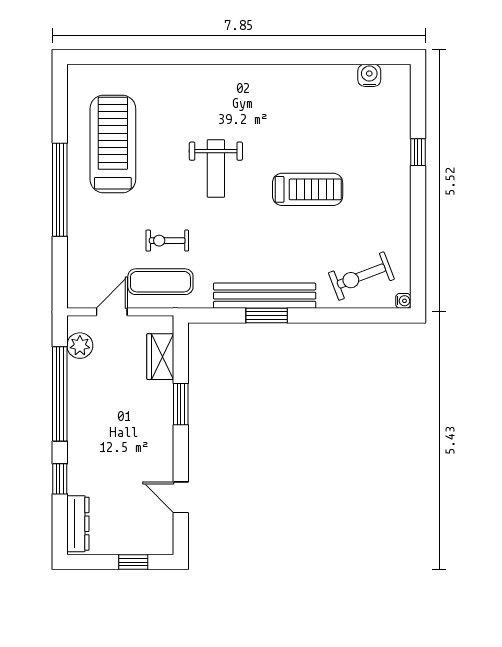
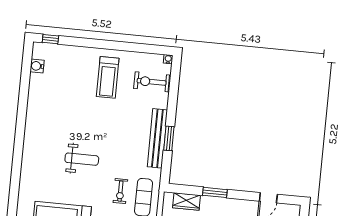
window: (418, 152) -> (50, 39), moved
treadmill: (308, 189) -> (108, 77), moved, turned 180
exercise bike: (361, 276) -> (152, 82), turned 111

